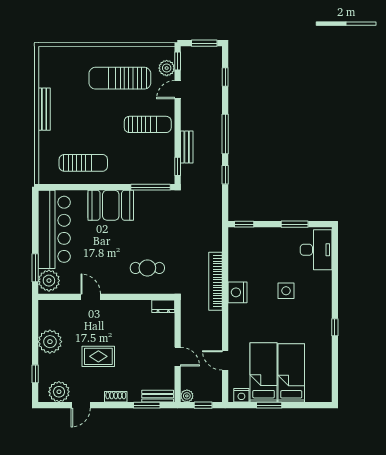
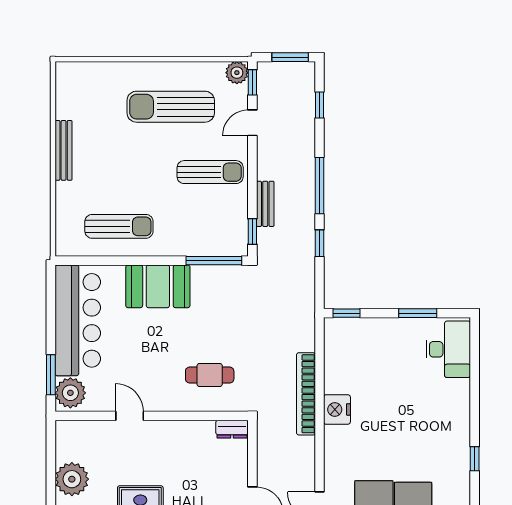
plant: (167, 68) -> (237, 73), moved
side table: (286, 291) -> (406, 407), removed

